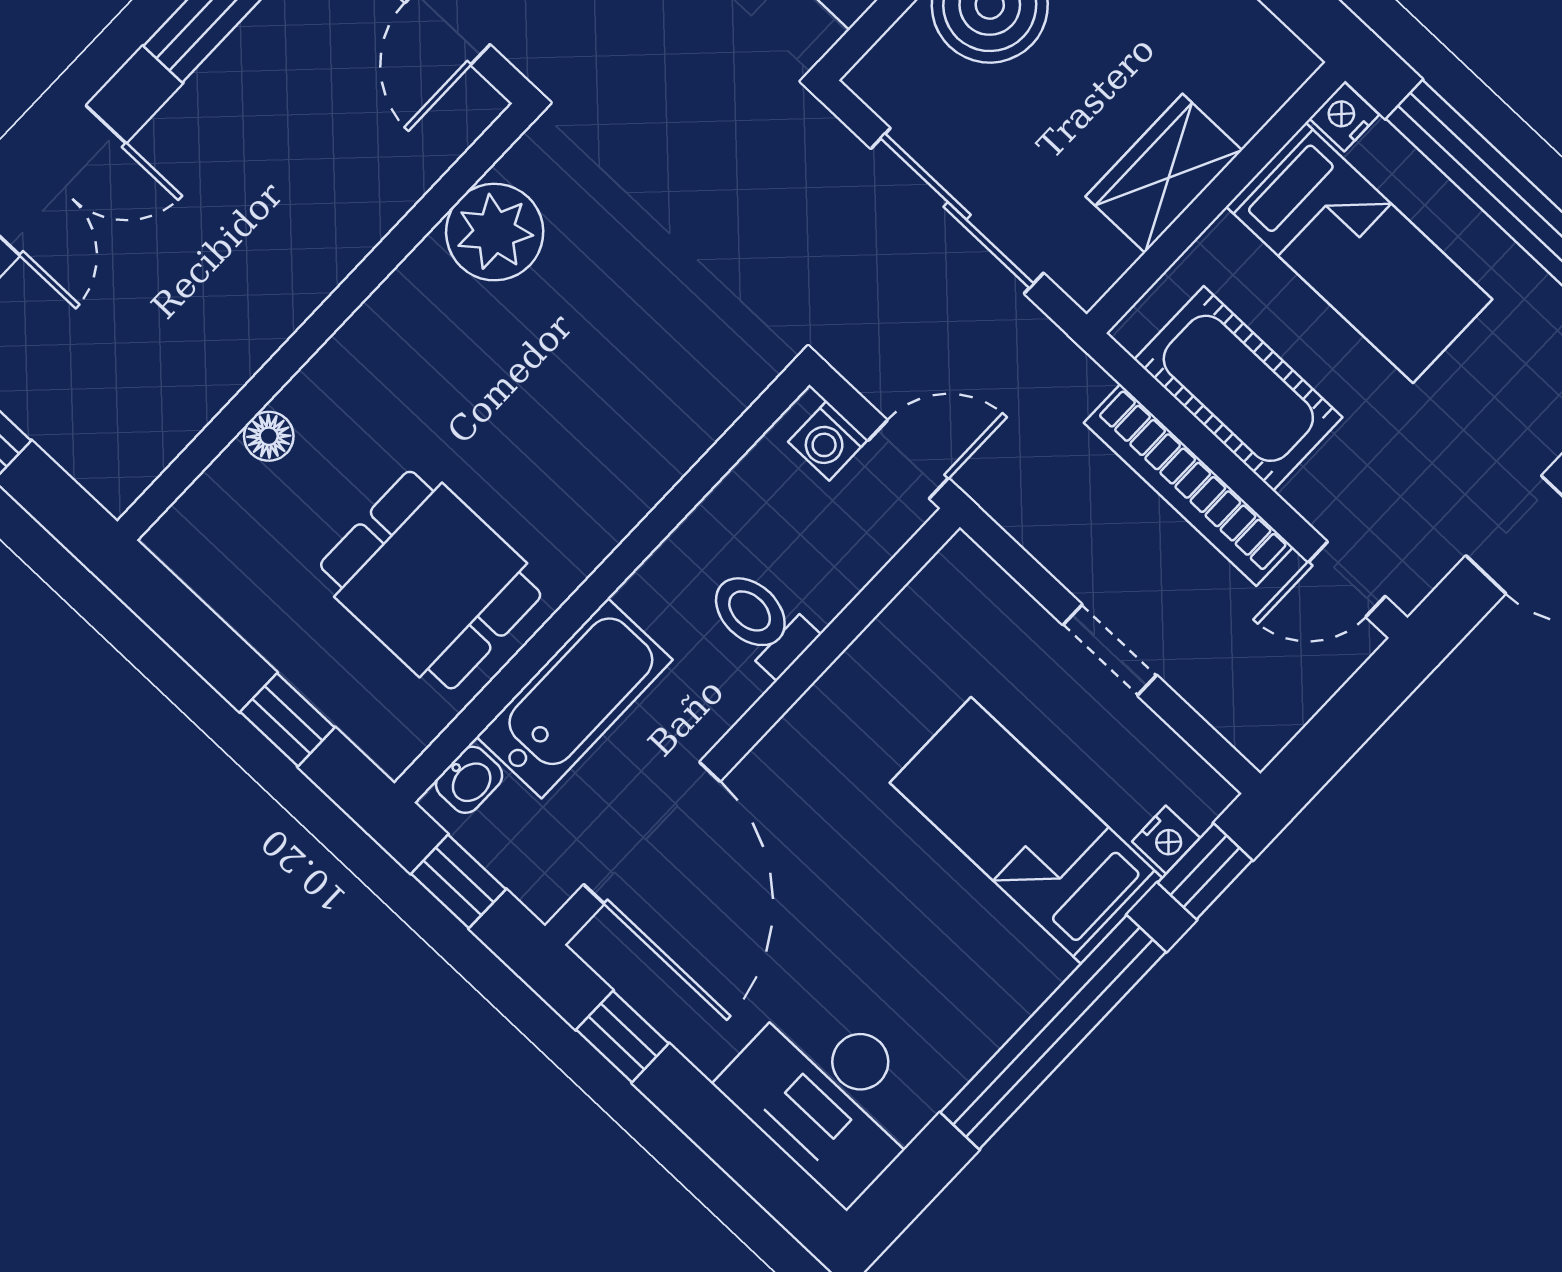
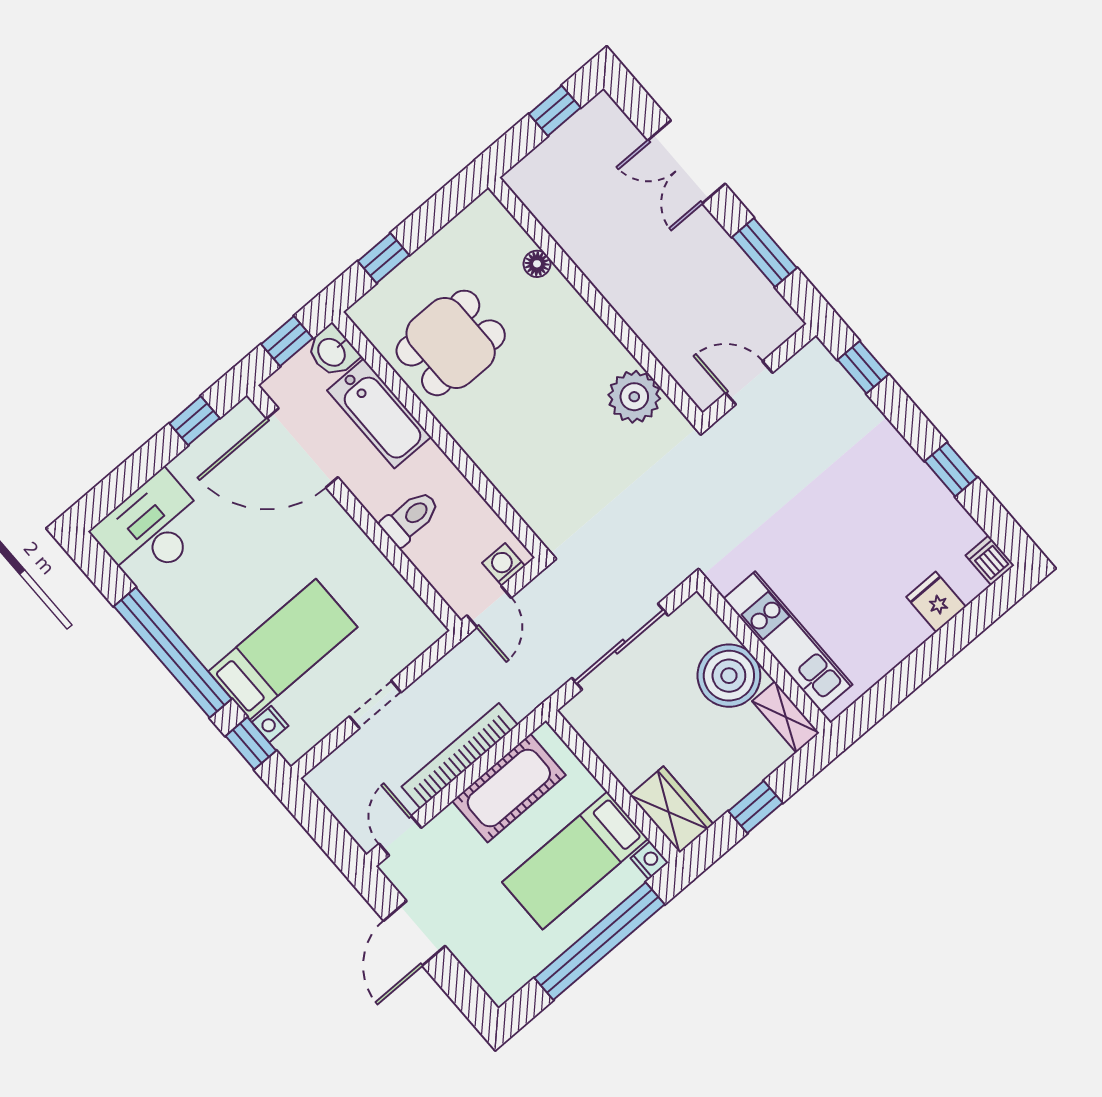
wardrobe: (1164, 173) -> (671, 810), moved
washbasin: (469, 780) -> (332, 352), width x1.38, depth x1.45

